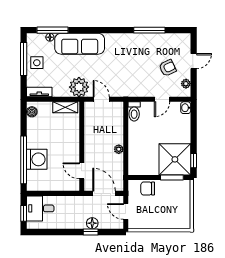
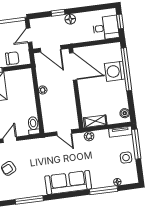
window: (53, 30) -> (104, 190), moved
sofa: (80, 44) -> (68, 182), moved
window: (24, 59) -> (136, 144), moved
plant: (79, 87) -> (89, 136), width x0.53, depth x0.53
door: (82, 171) -> (73, 66), width x1.87
door: (126, 211) -> (29, 35), swing flipped
floor lamp: (92, 223) -> (70, 19), moved

